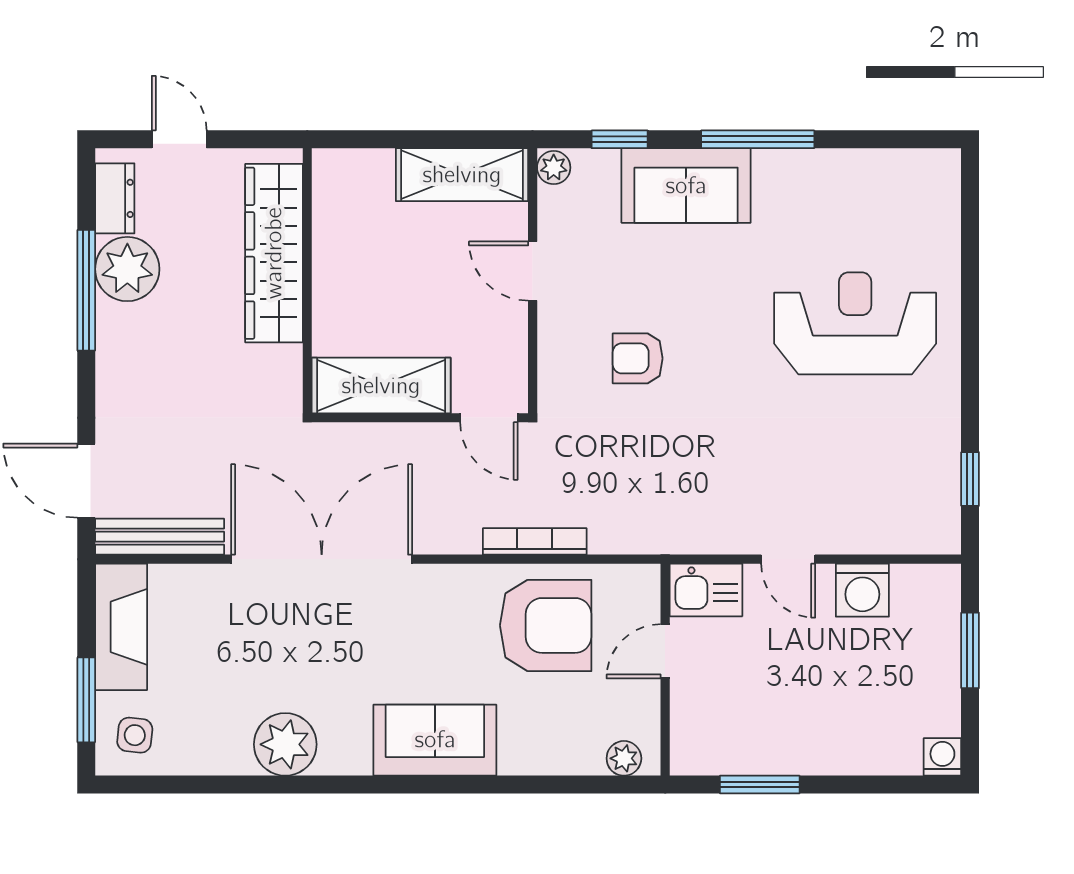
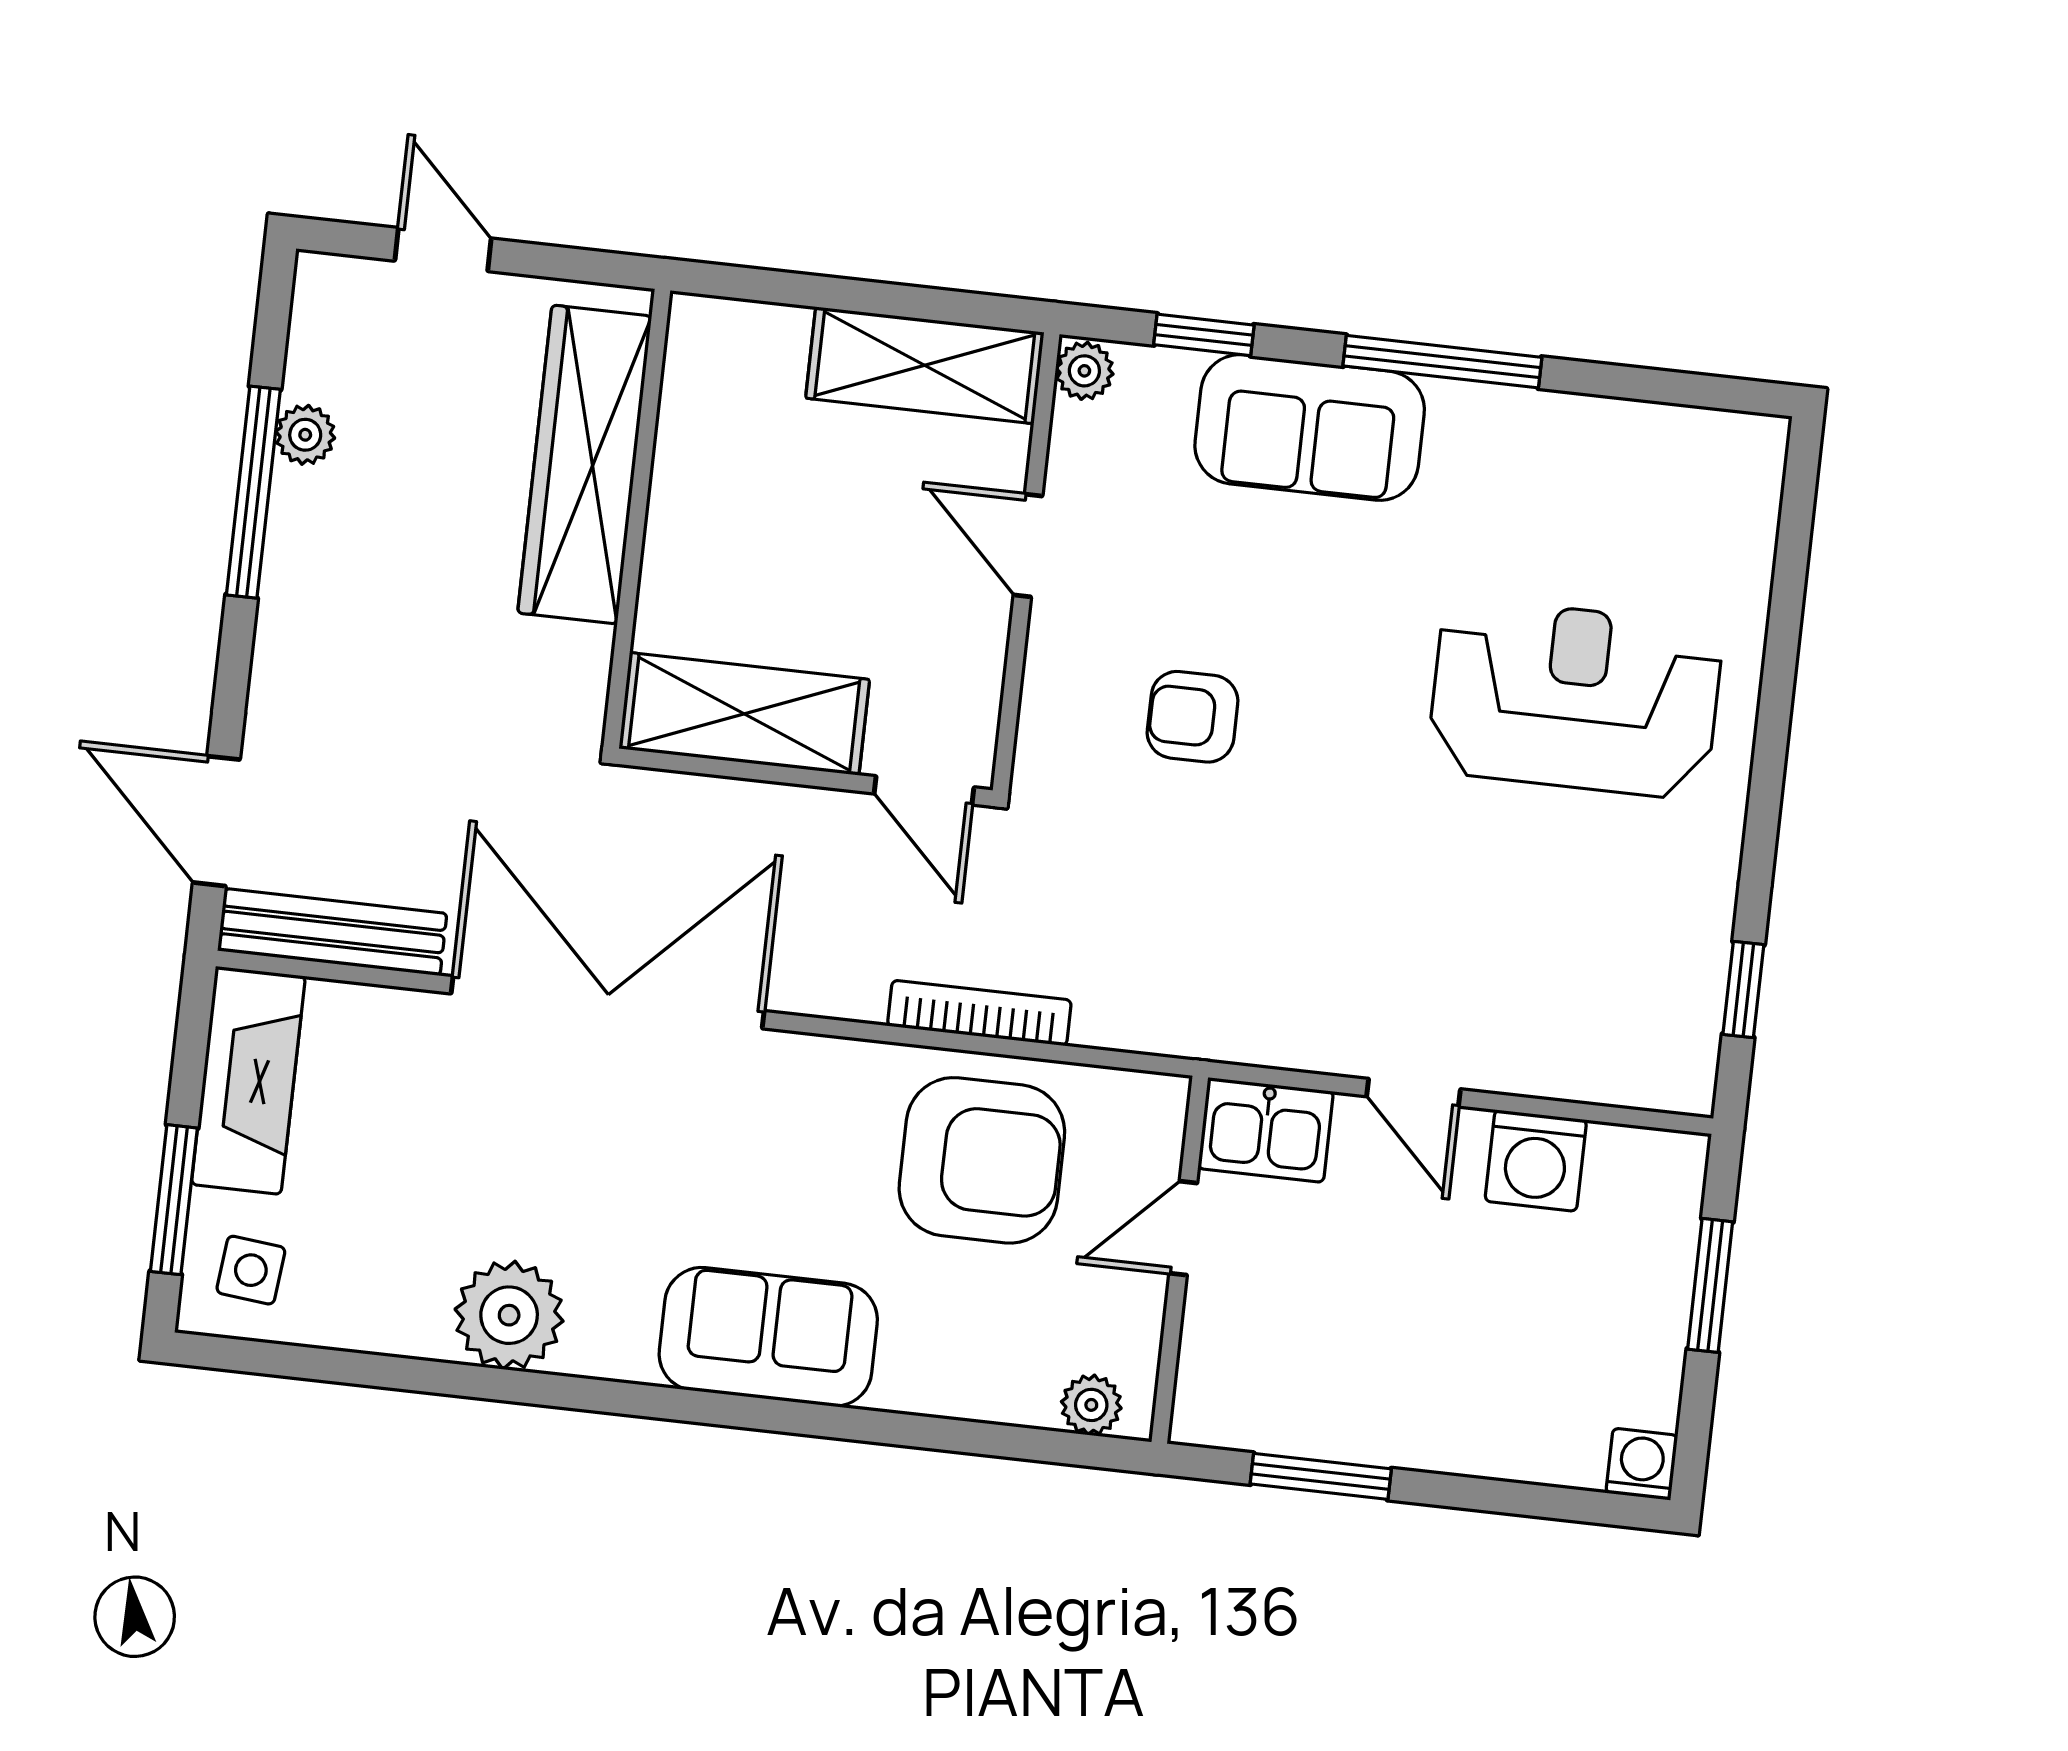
dresser: (115, 198) -> (320, 339), removed
plant: (127, 269) -> (305, 435), width x0.53, depth x0.53

